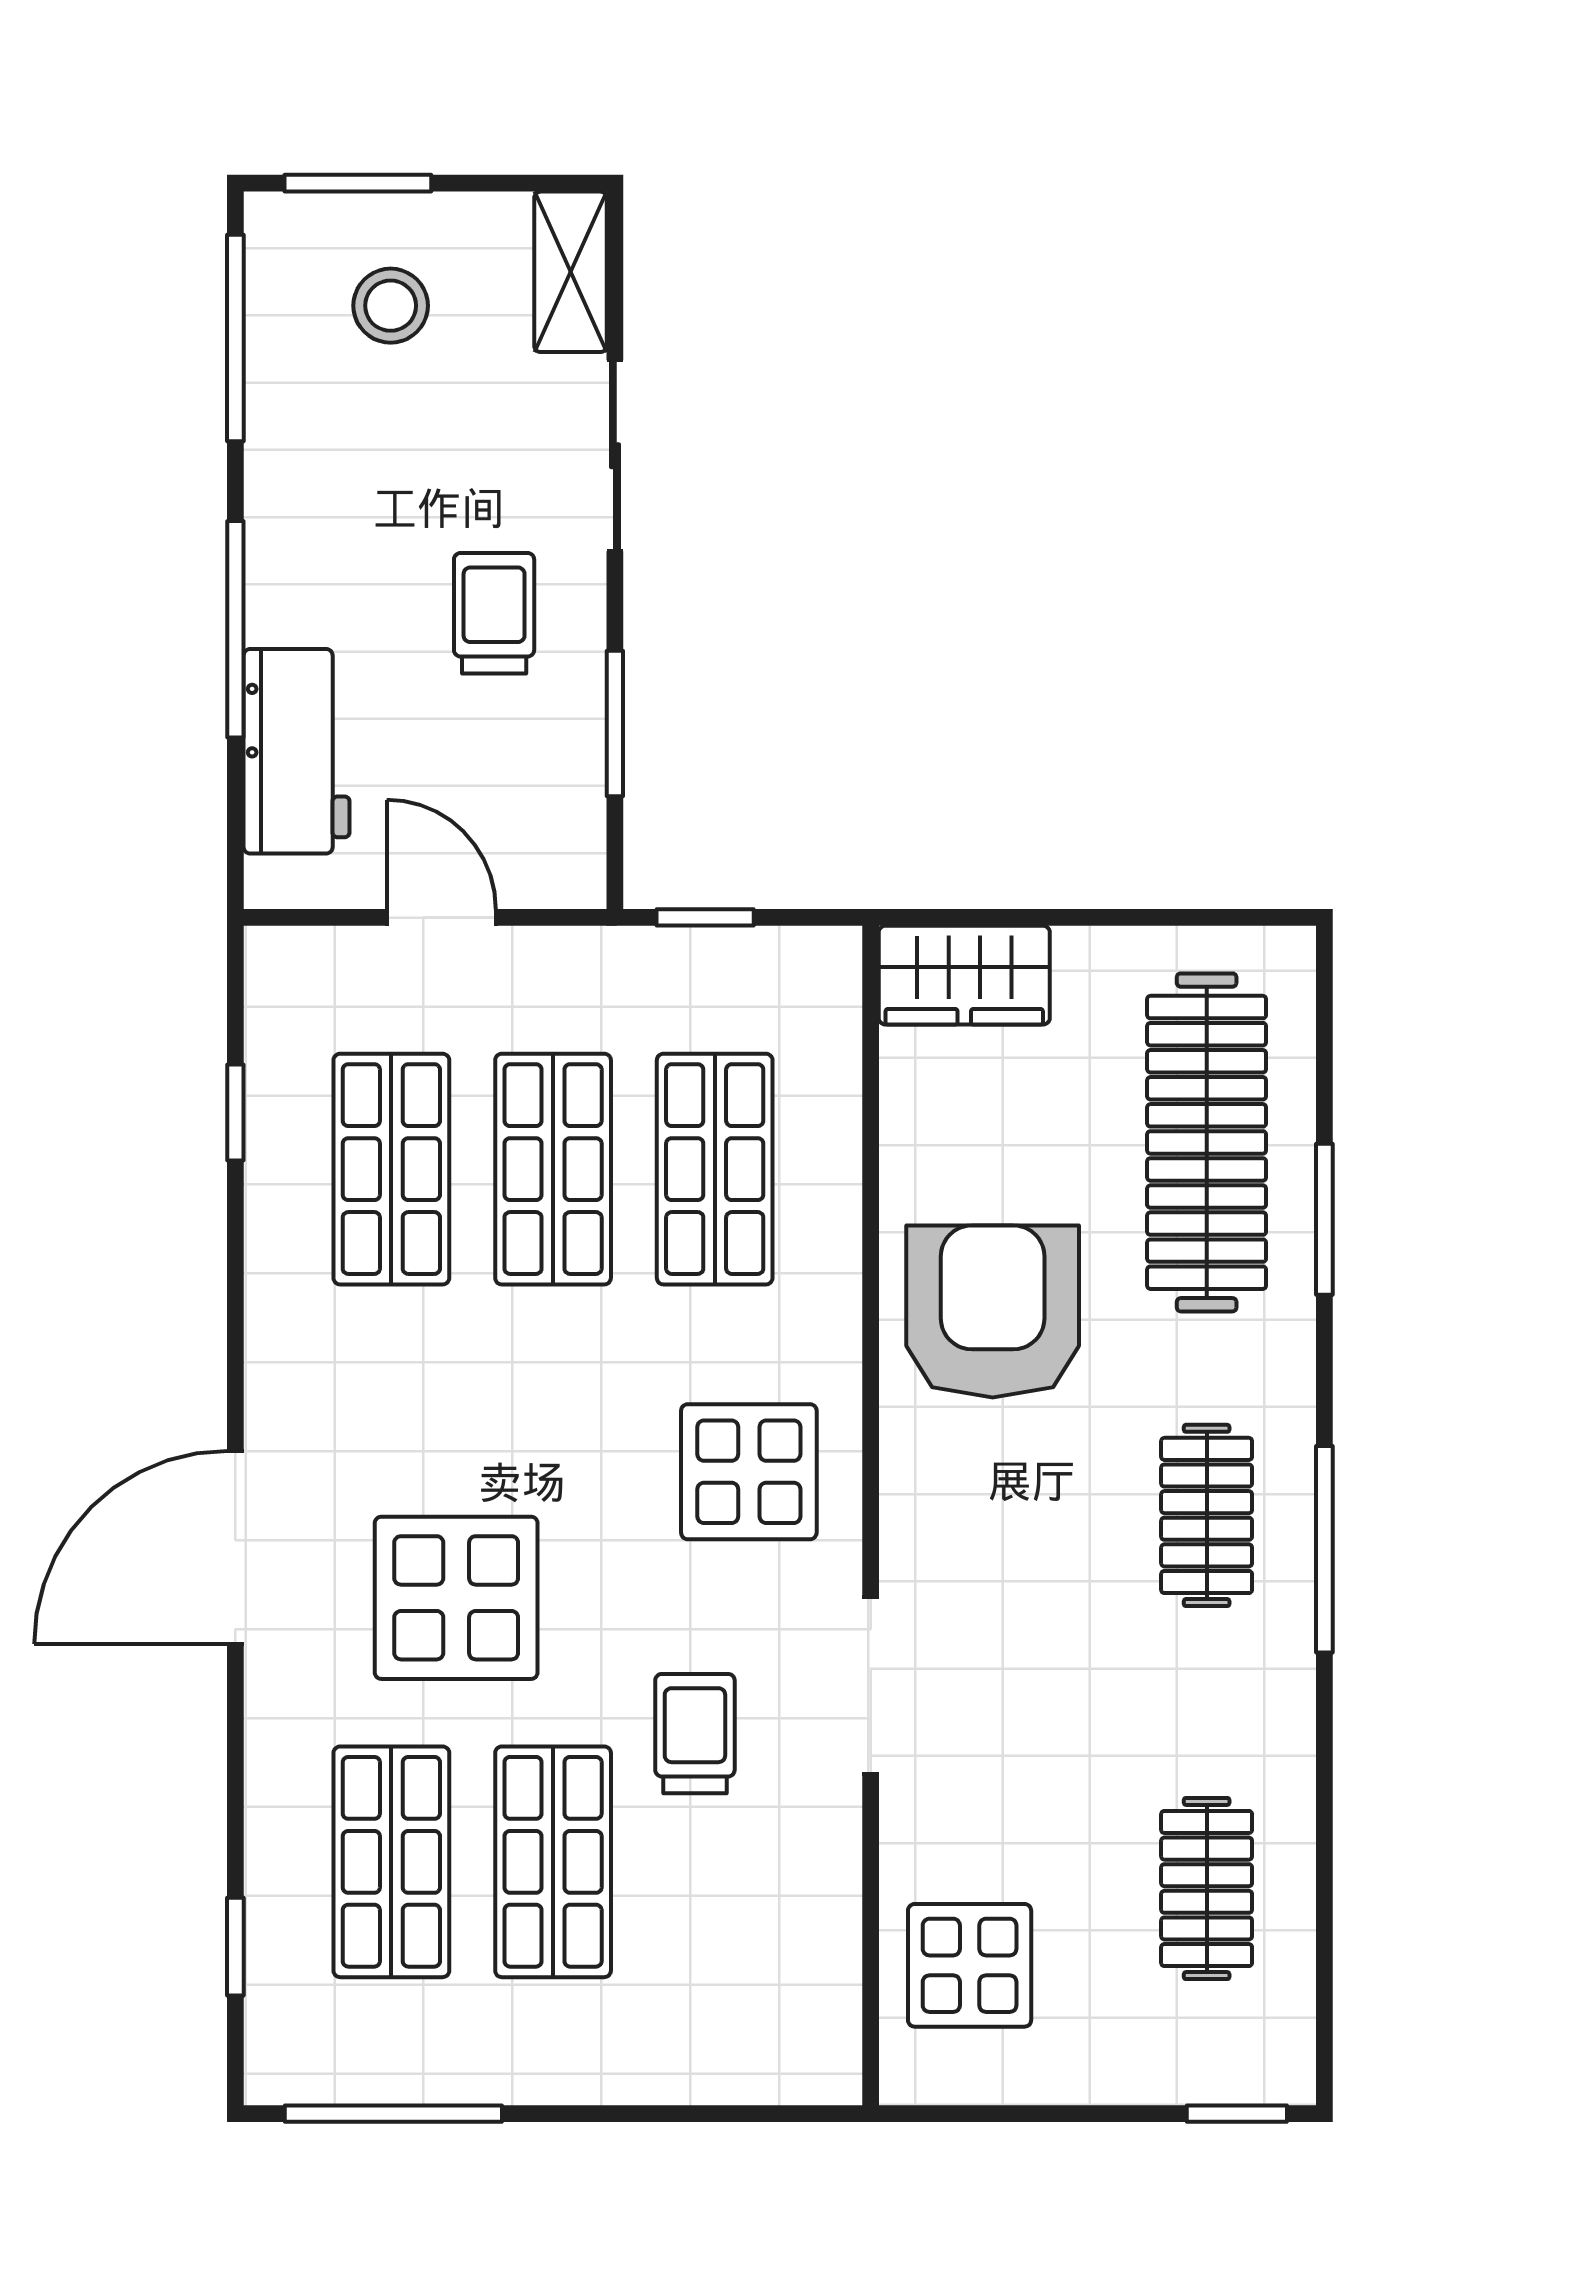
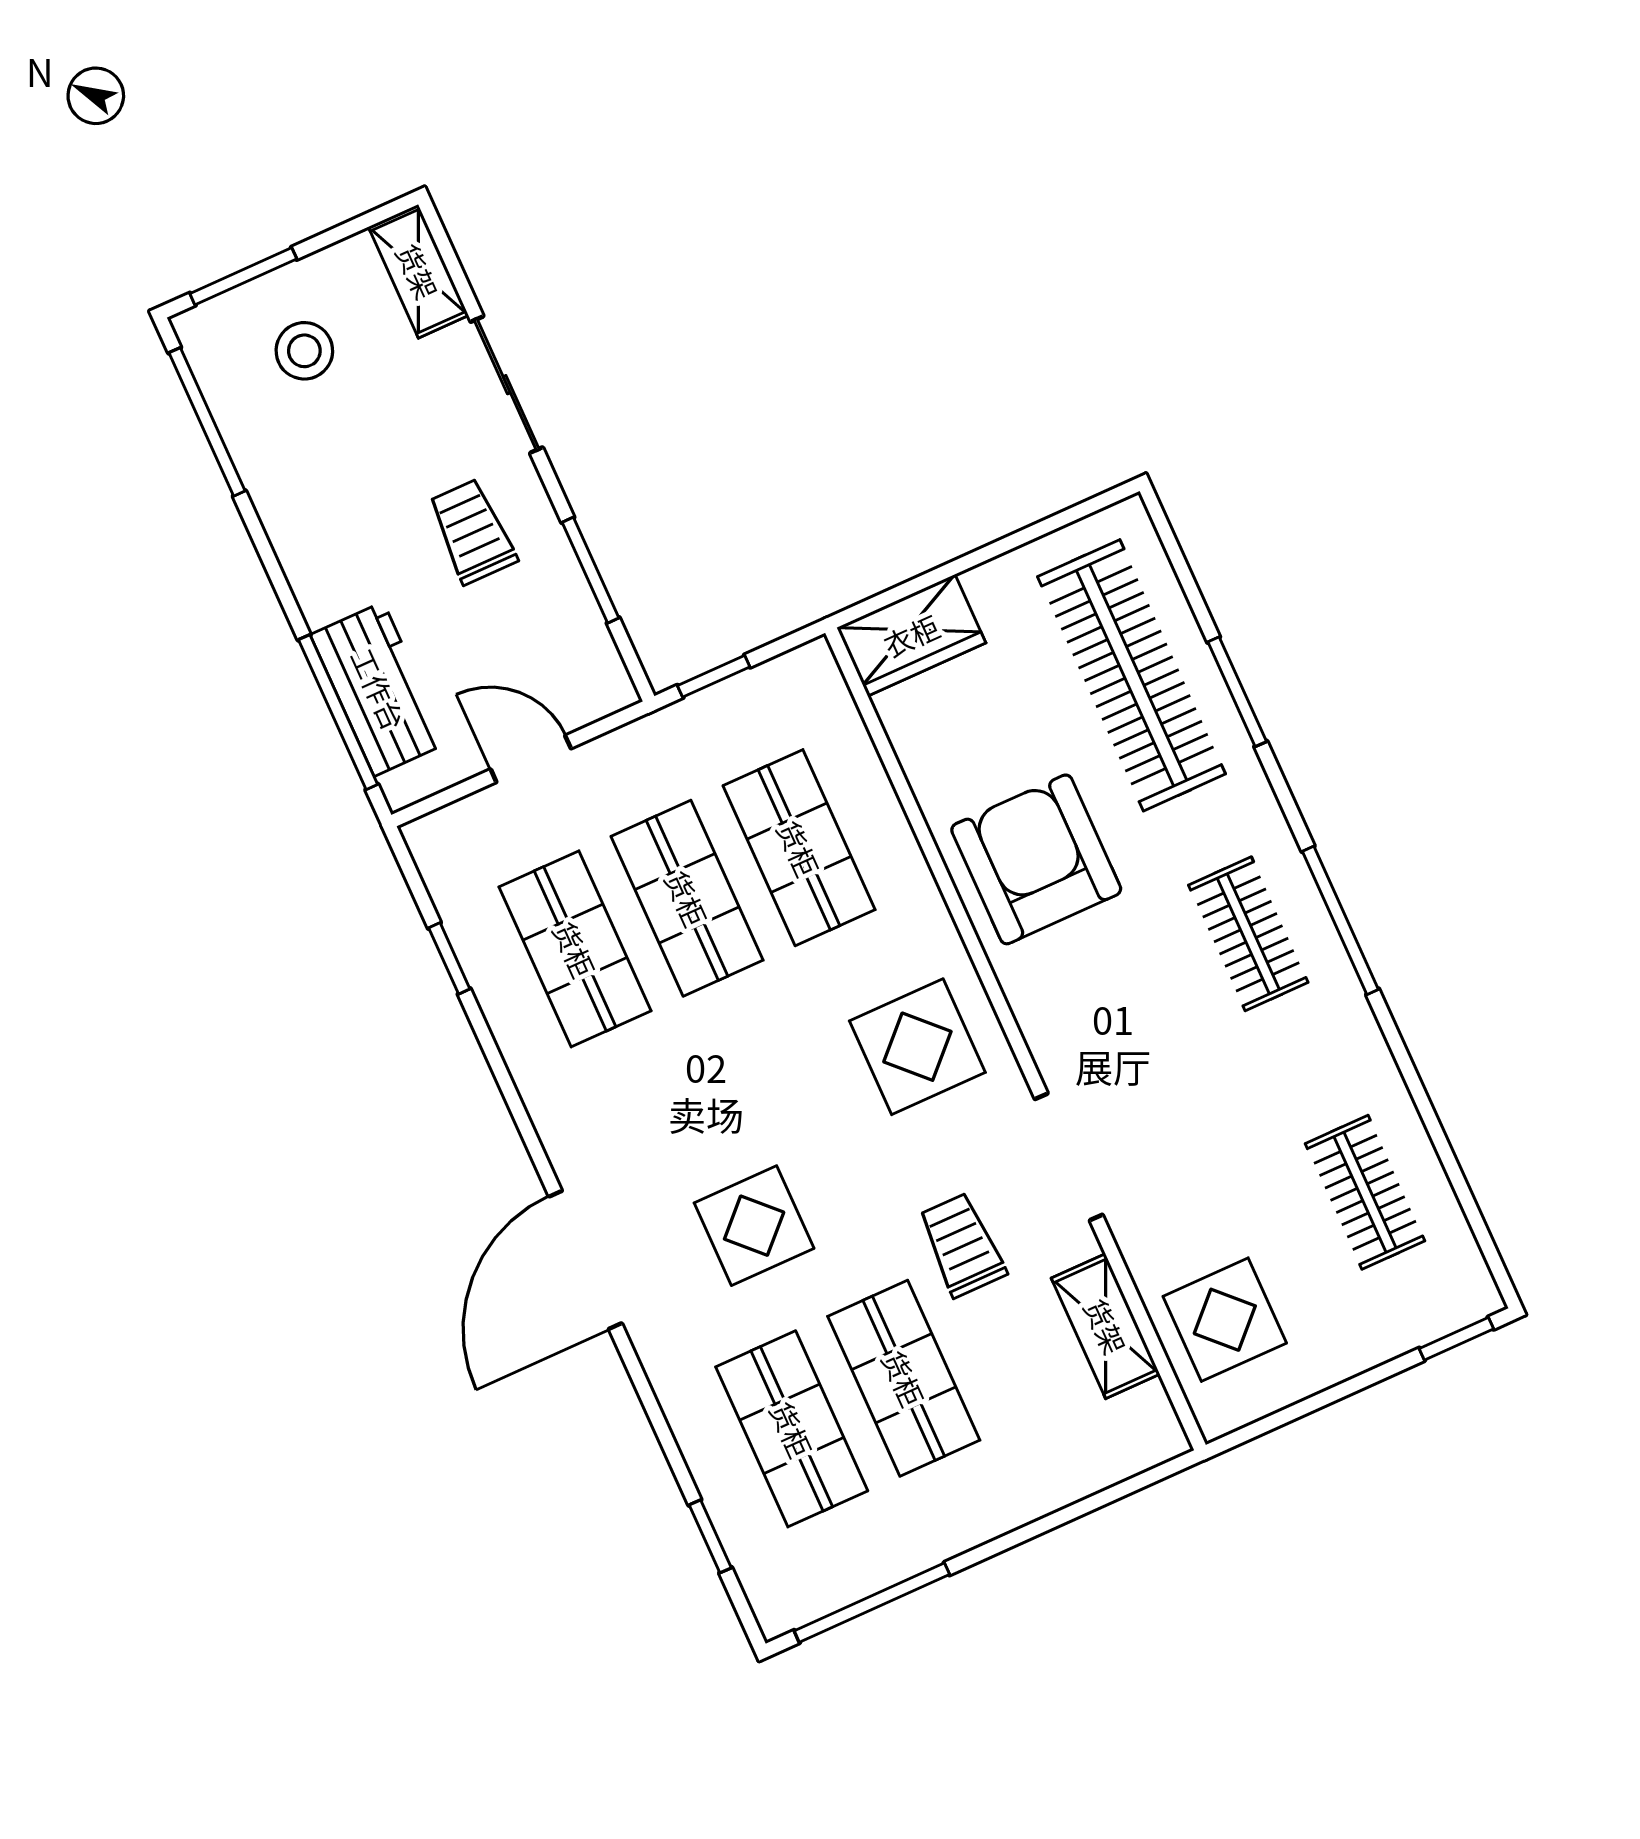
window: (235, 629) -> (338, 712), moved
display table: (456, 1598) -> (754, 1226), width x0.73, depth x0.73
shelving: (823, 1909) -> (1106, 1326), added

